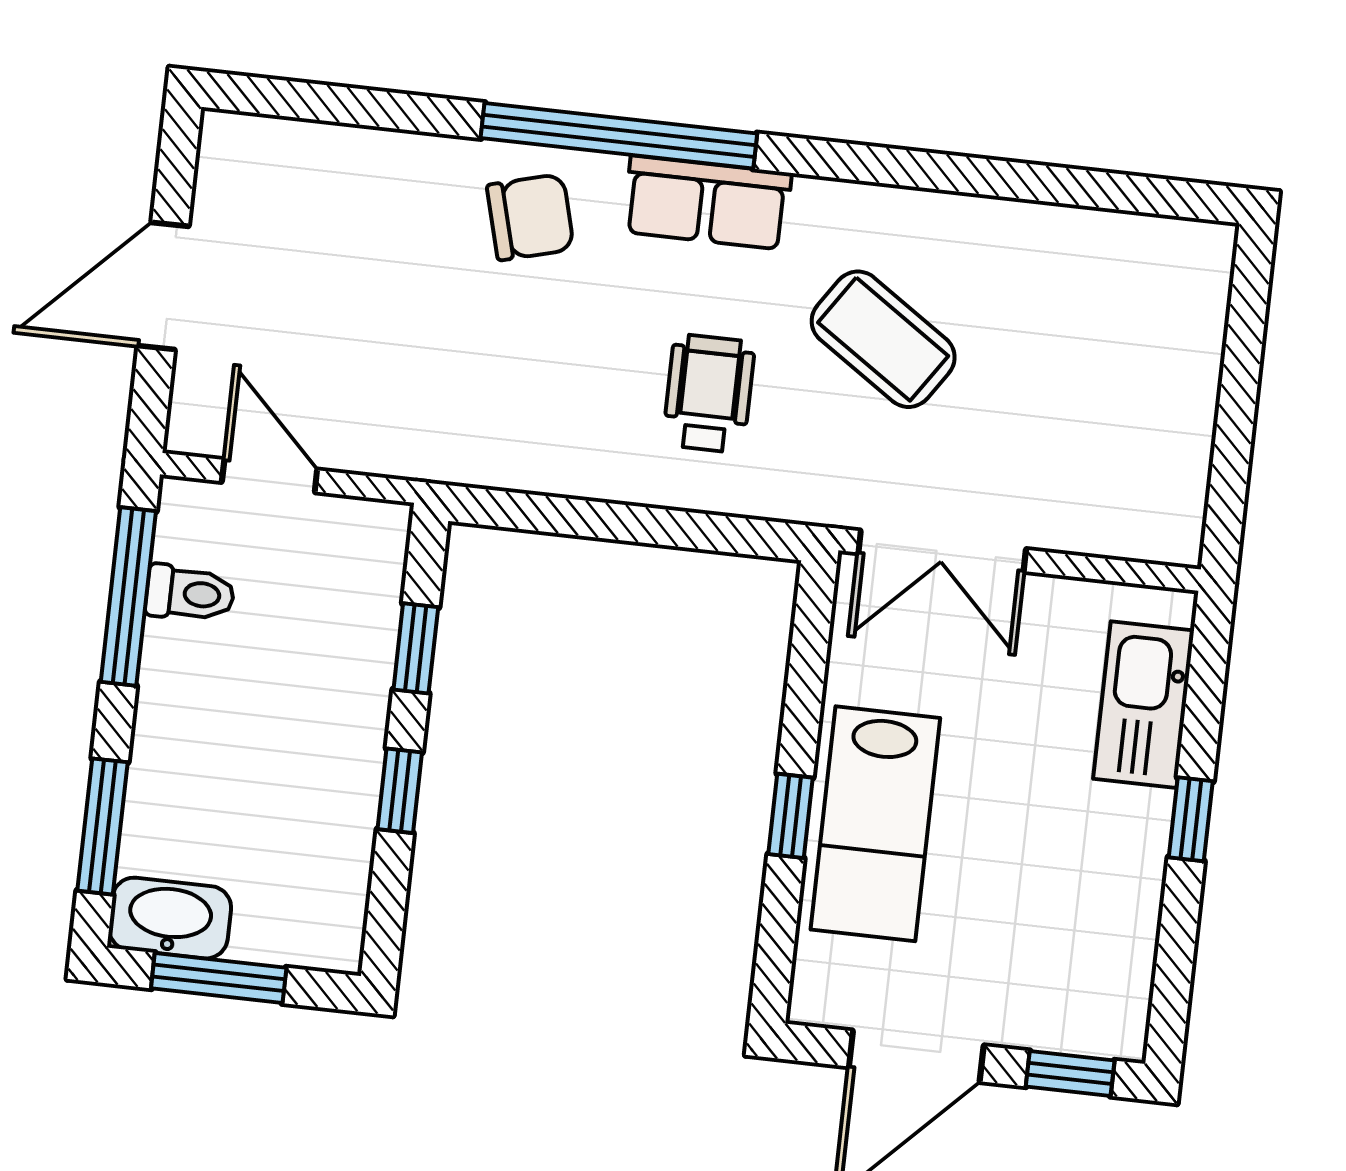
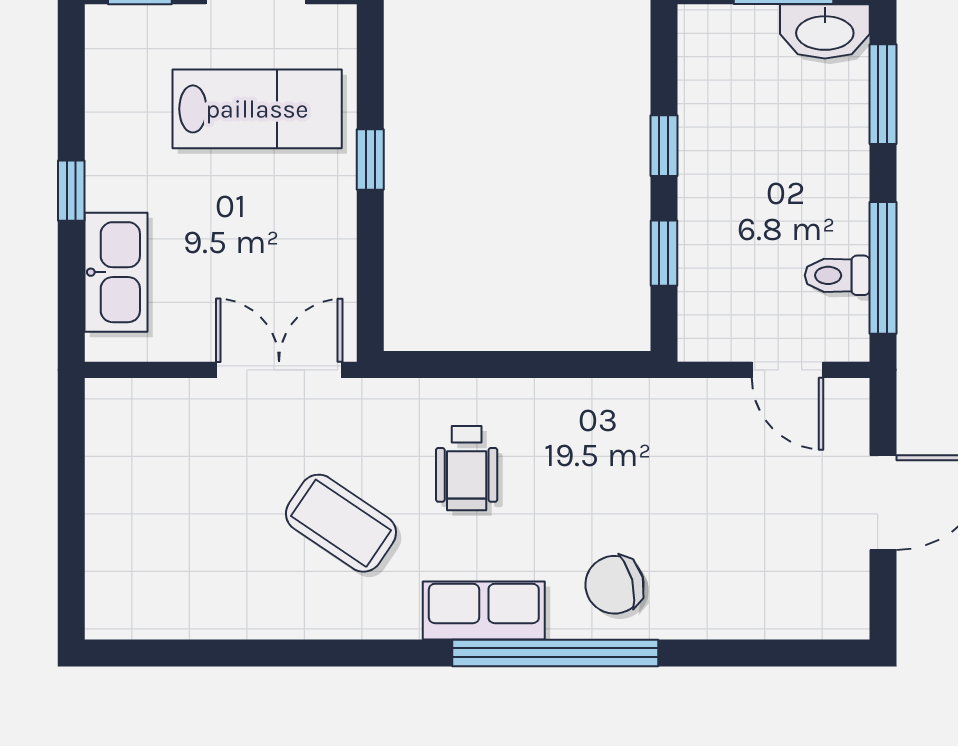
lab bench: (875, 824) -> (257, 109), moved, turned 90

